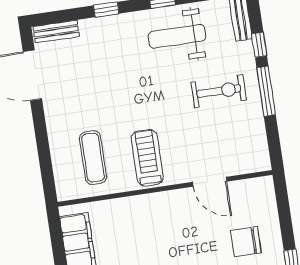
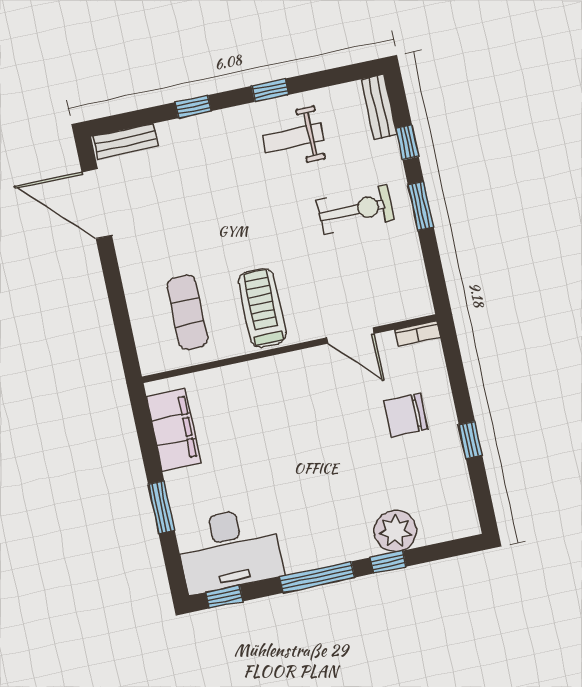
weight bench: (177, 36) -> (293, 138), width x0.73, depth x0.75
window: (266, 91) -> (421, 206), width x0.69
bookcase: (258, 183) -> (418, 333), added

